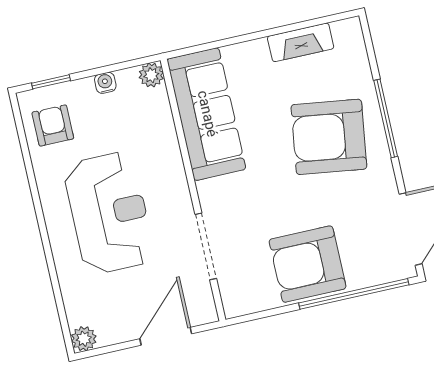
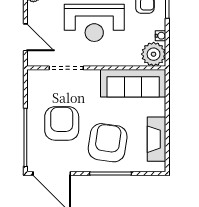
fireplace: (301, 42) -> (156, 139), width x1.37, depth x1.32
plant: (151, 75) -> (154, 54), width x1.88, depth x1.88
armchair: (308, 264) -> (62, 123), moved

